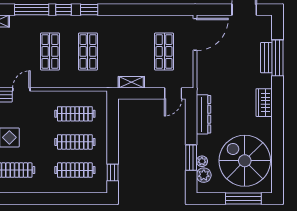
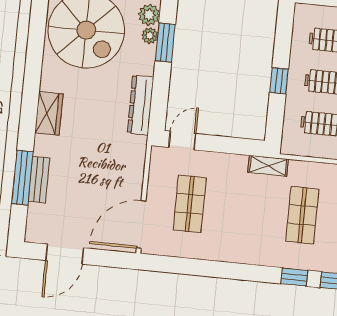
shelving: (131, 82) -> (268, 166), moved
window: (113, 172) -> (279, 81), moved

